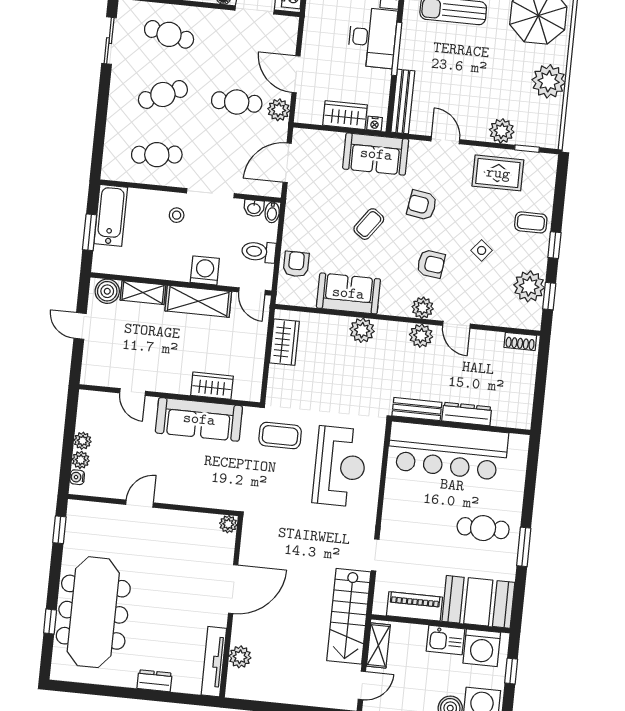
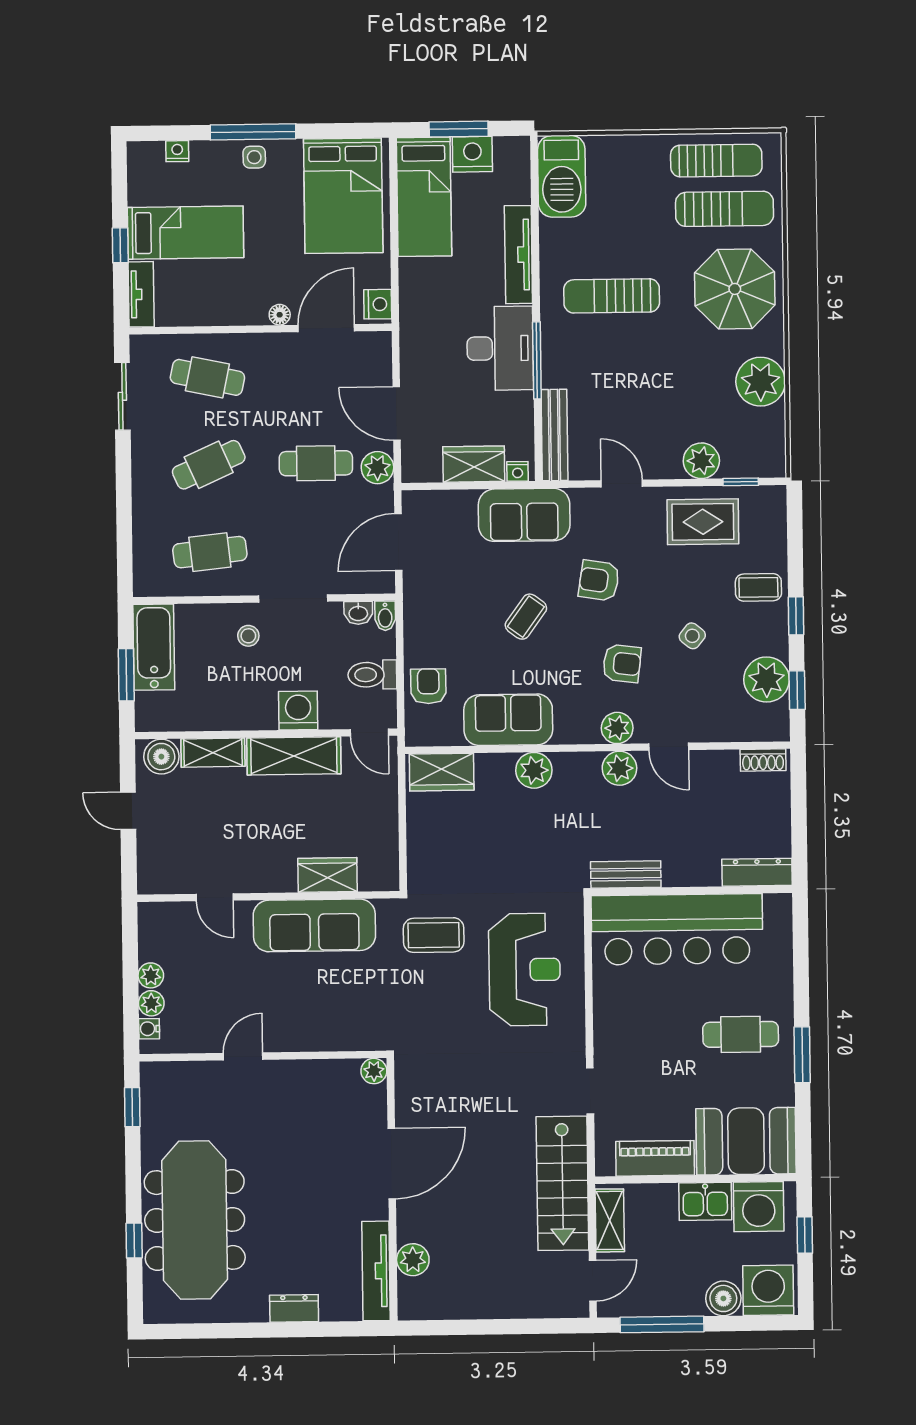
wardrobe: (284, 342) -> (442, 772), moved, turned 90
dresser: (467, 414) -> (757, 872), moved

